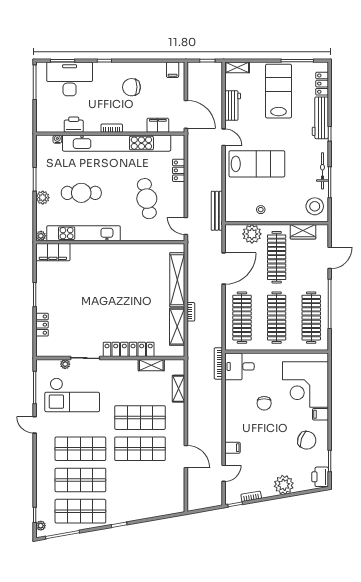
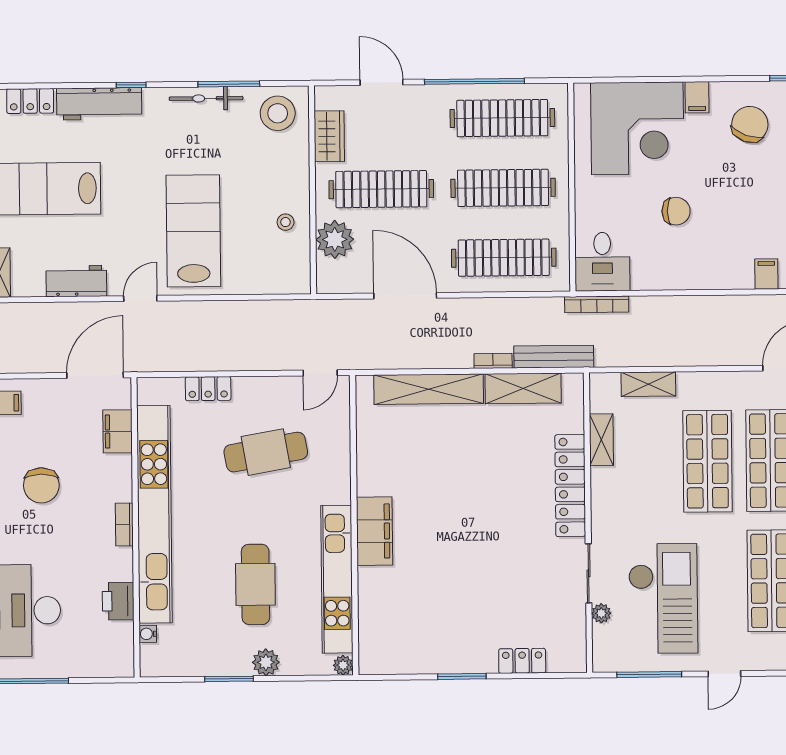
bench: (217, 211) -> (554, 357), moved
filing cabinet: (53, 252) -> (375, 531), moved

